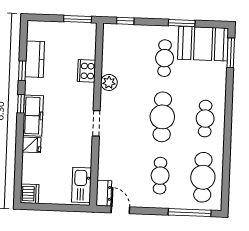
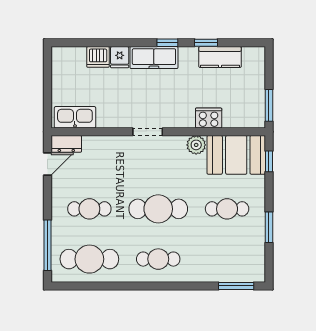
booth: (203, 44) -> (236, 155), moved, turned 90
dishwasher: (30, 194) -> (98, 57), moved

